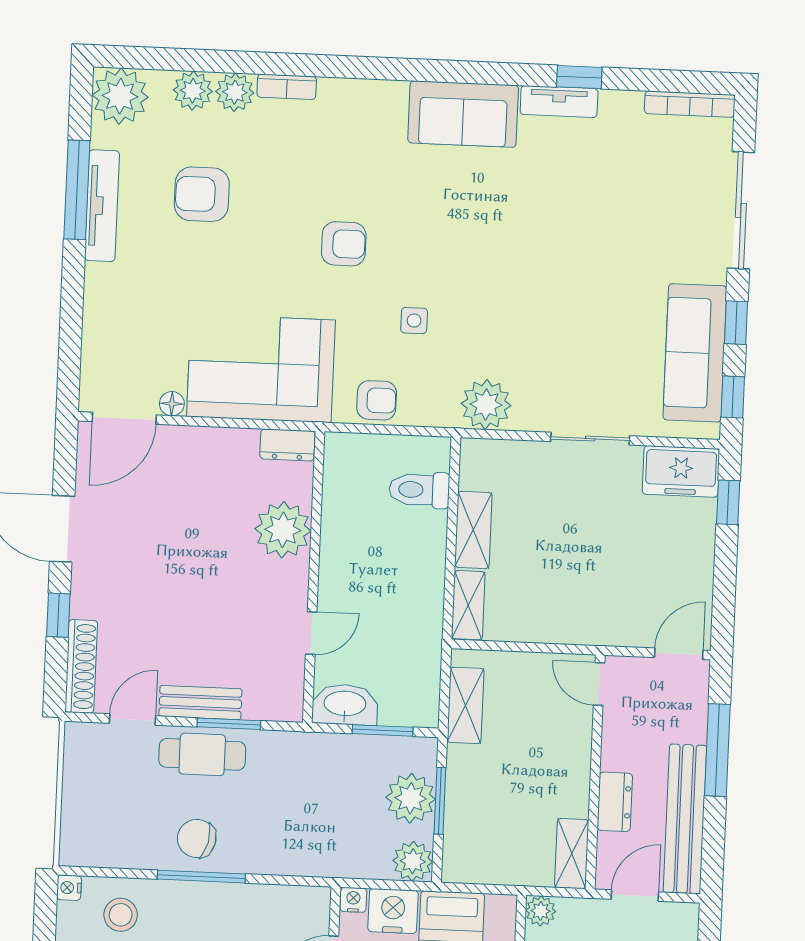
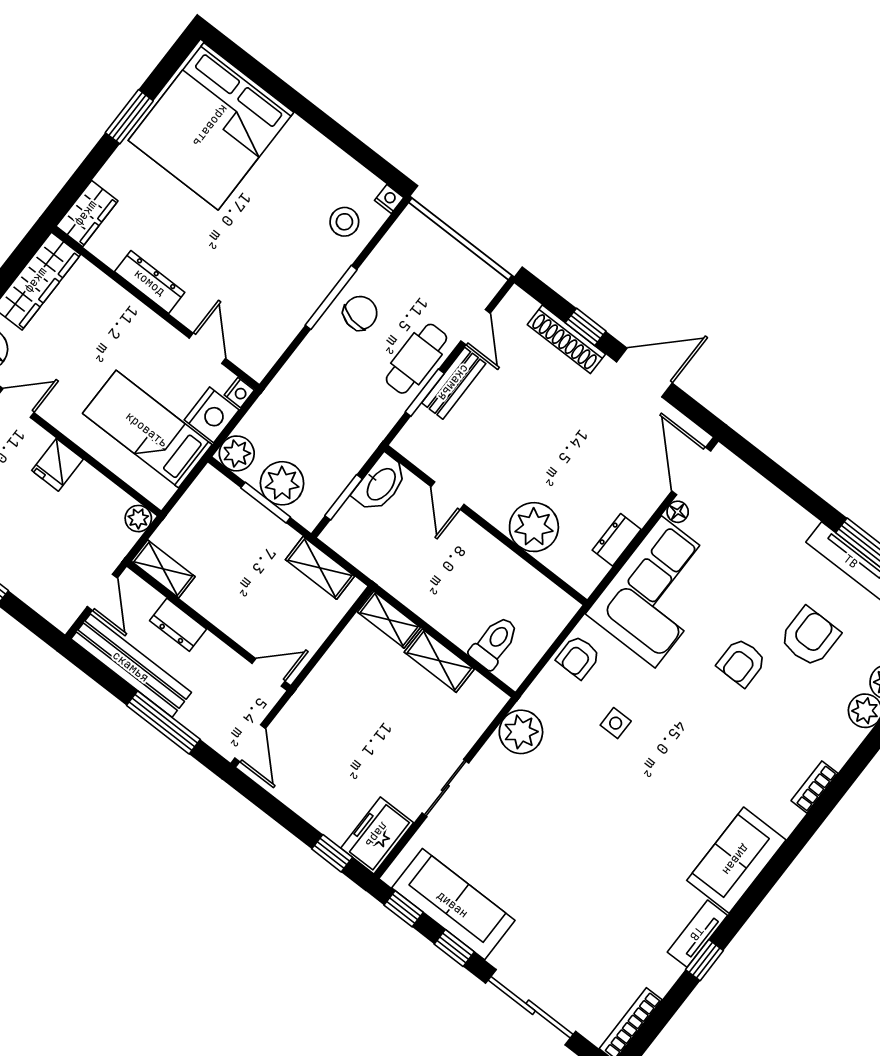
bookcase: (287, 87) -> (814, 787), moved
armchair: (344, 244) -> (741, 662), moved
dresser: (287, 445) -> (617, 540), moved
shoe rack: (81, 666) -> (566, 339), moved

